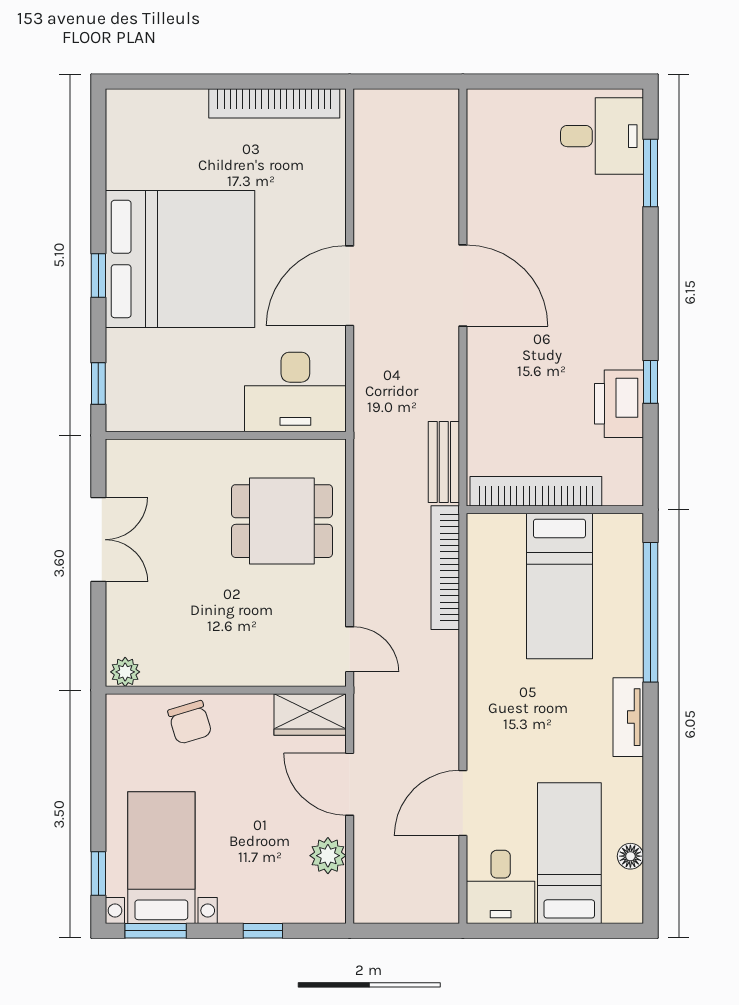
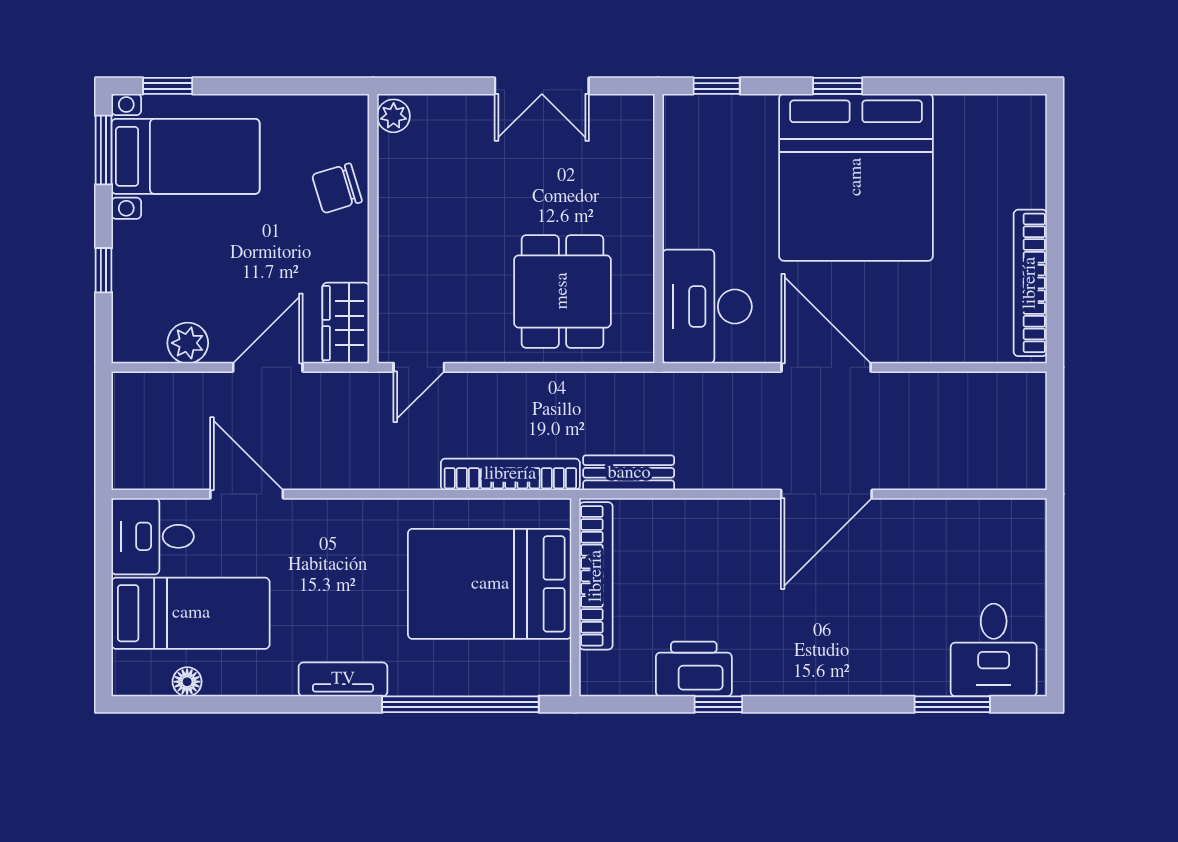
bed: (559, 586) -> (490, 584), width x1.50

